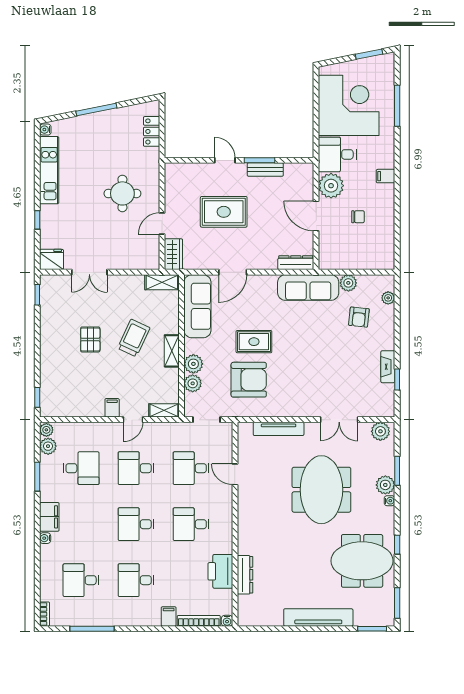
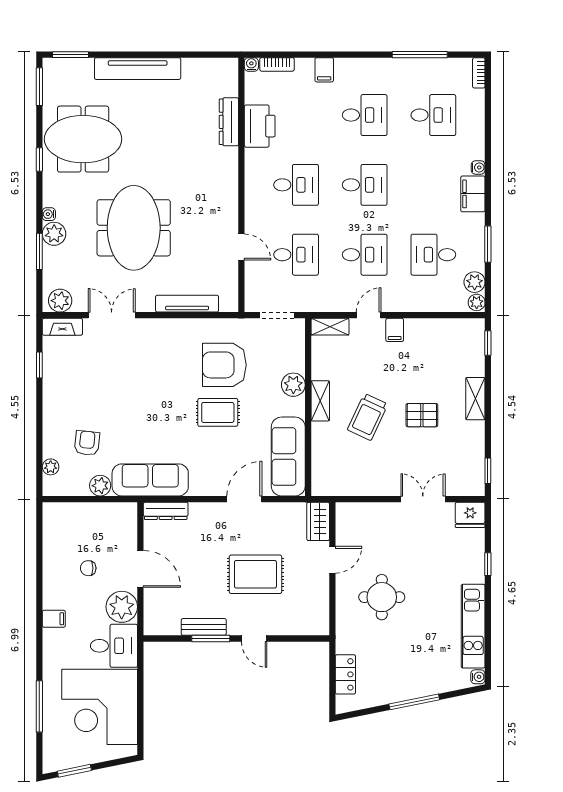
shelving: (162, 282) -> (475, 399), moved, turned 90
pallet: (90, 339) -> (422, 415), turned 90
fireplace: (388, 367) -> (62, 327), moved, turned 90
plant: (193, 383) -> (294, 360), removed
bookcase: (199, 621) -> (277, 64), width x0.64

